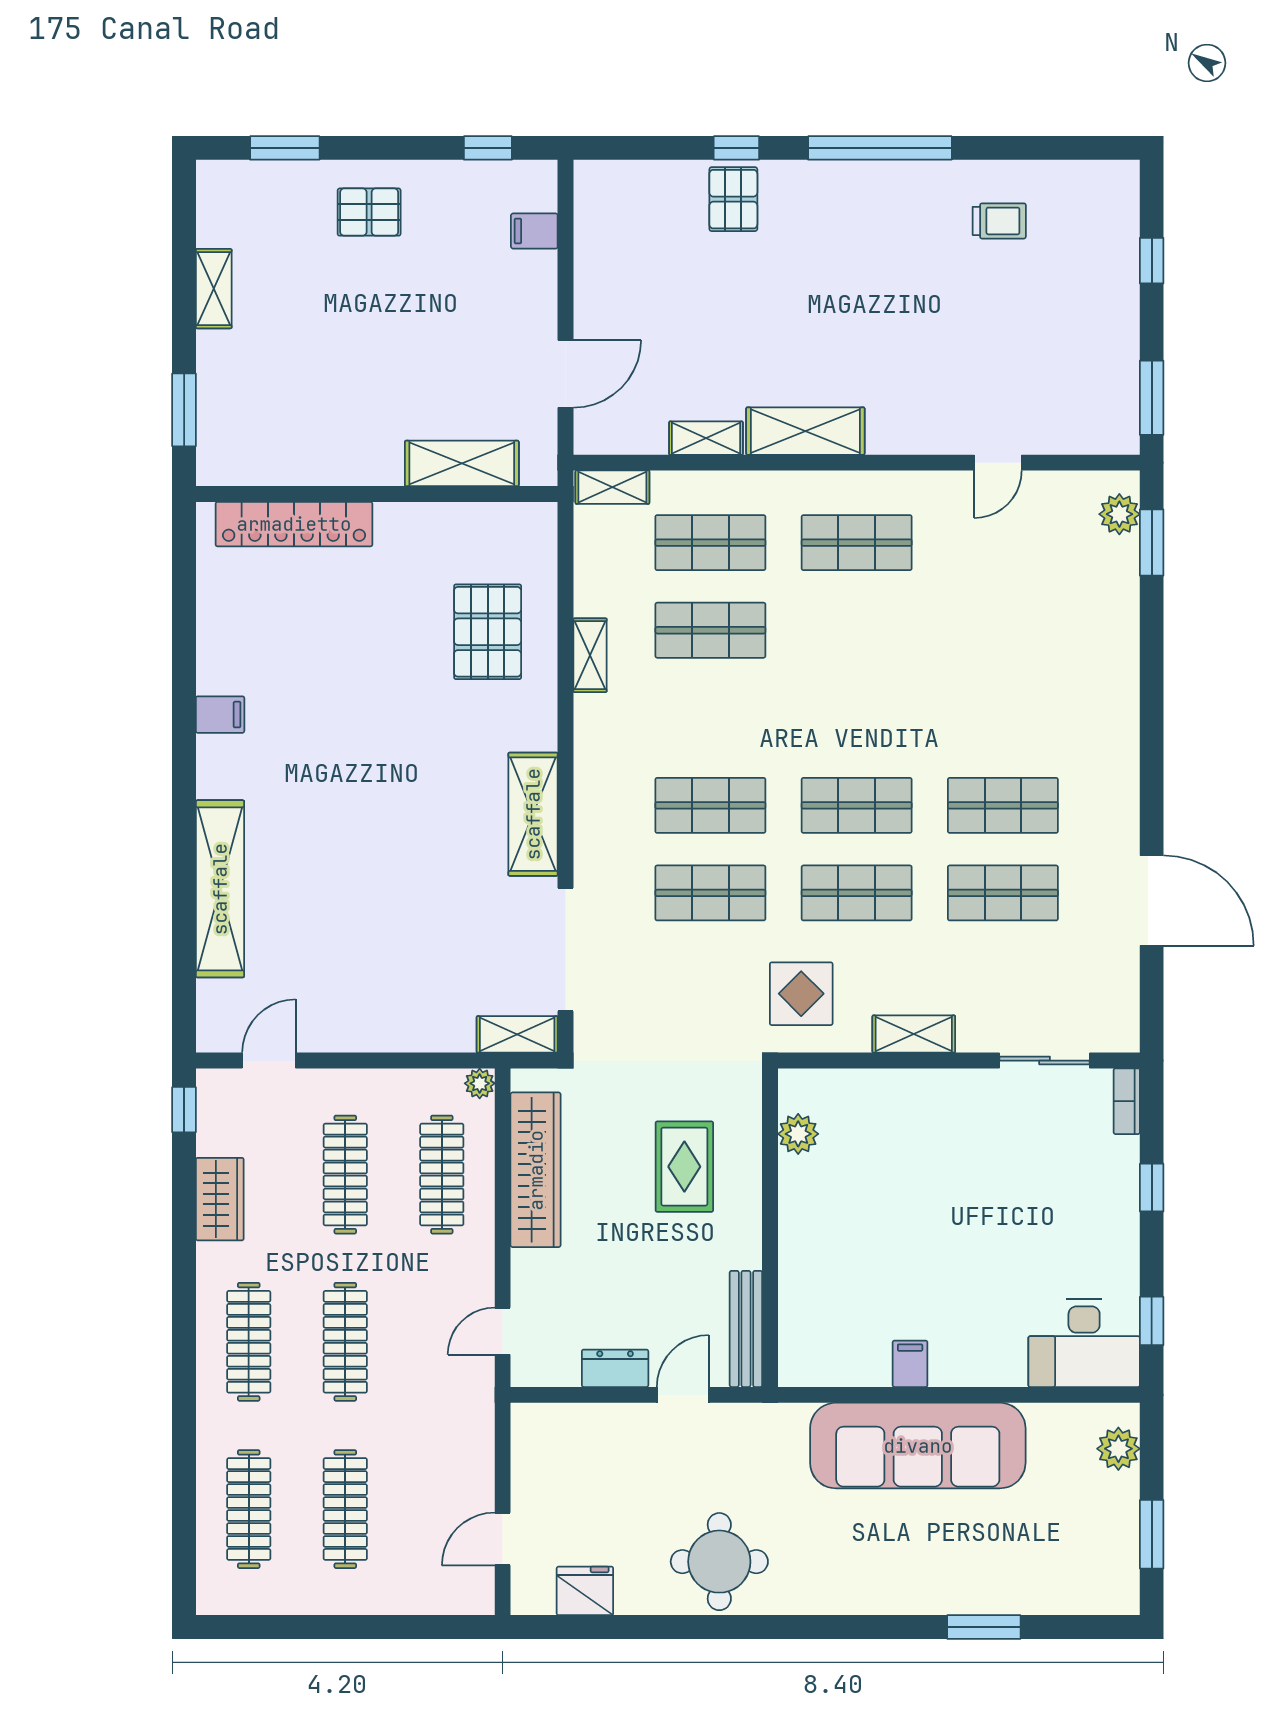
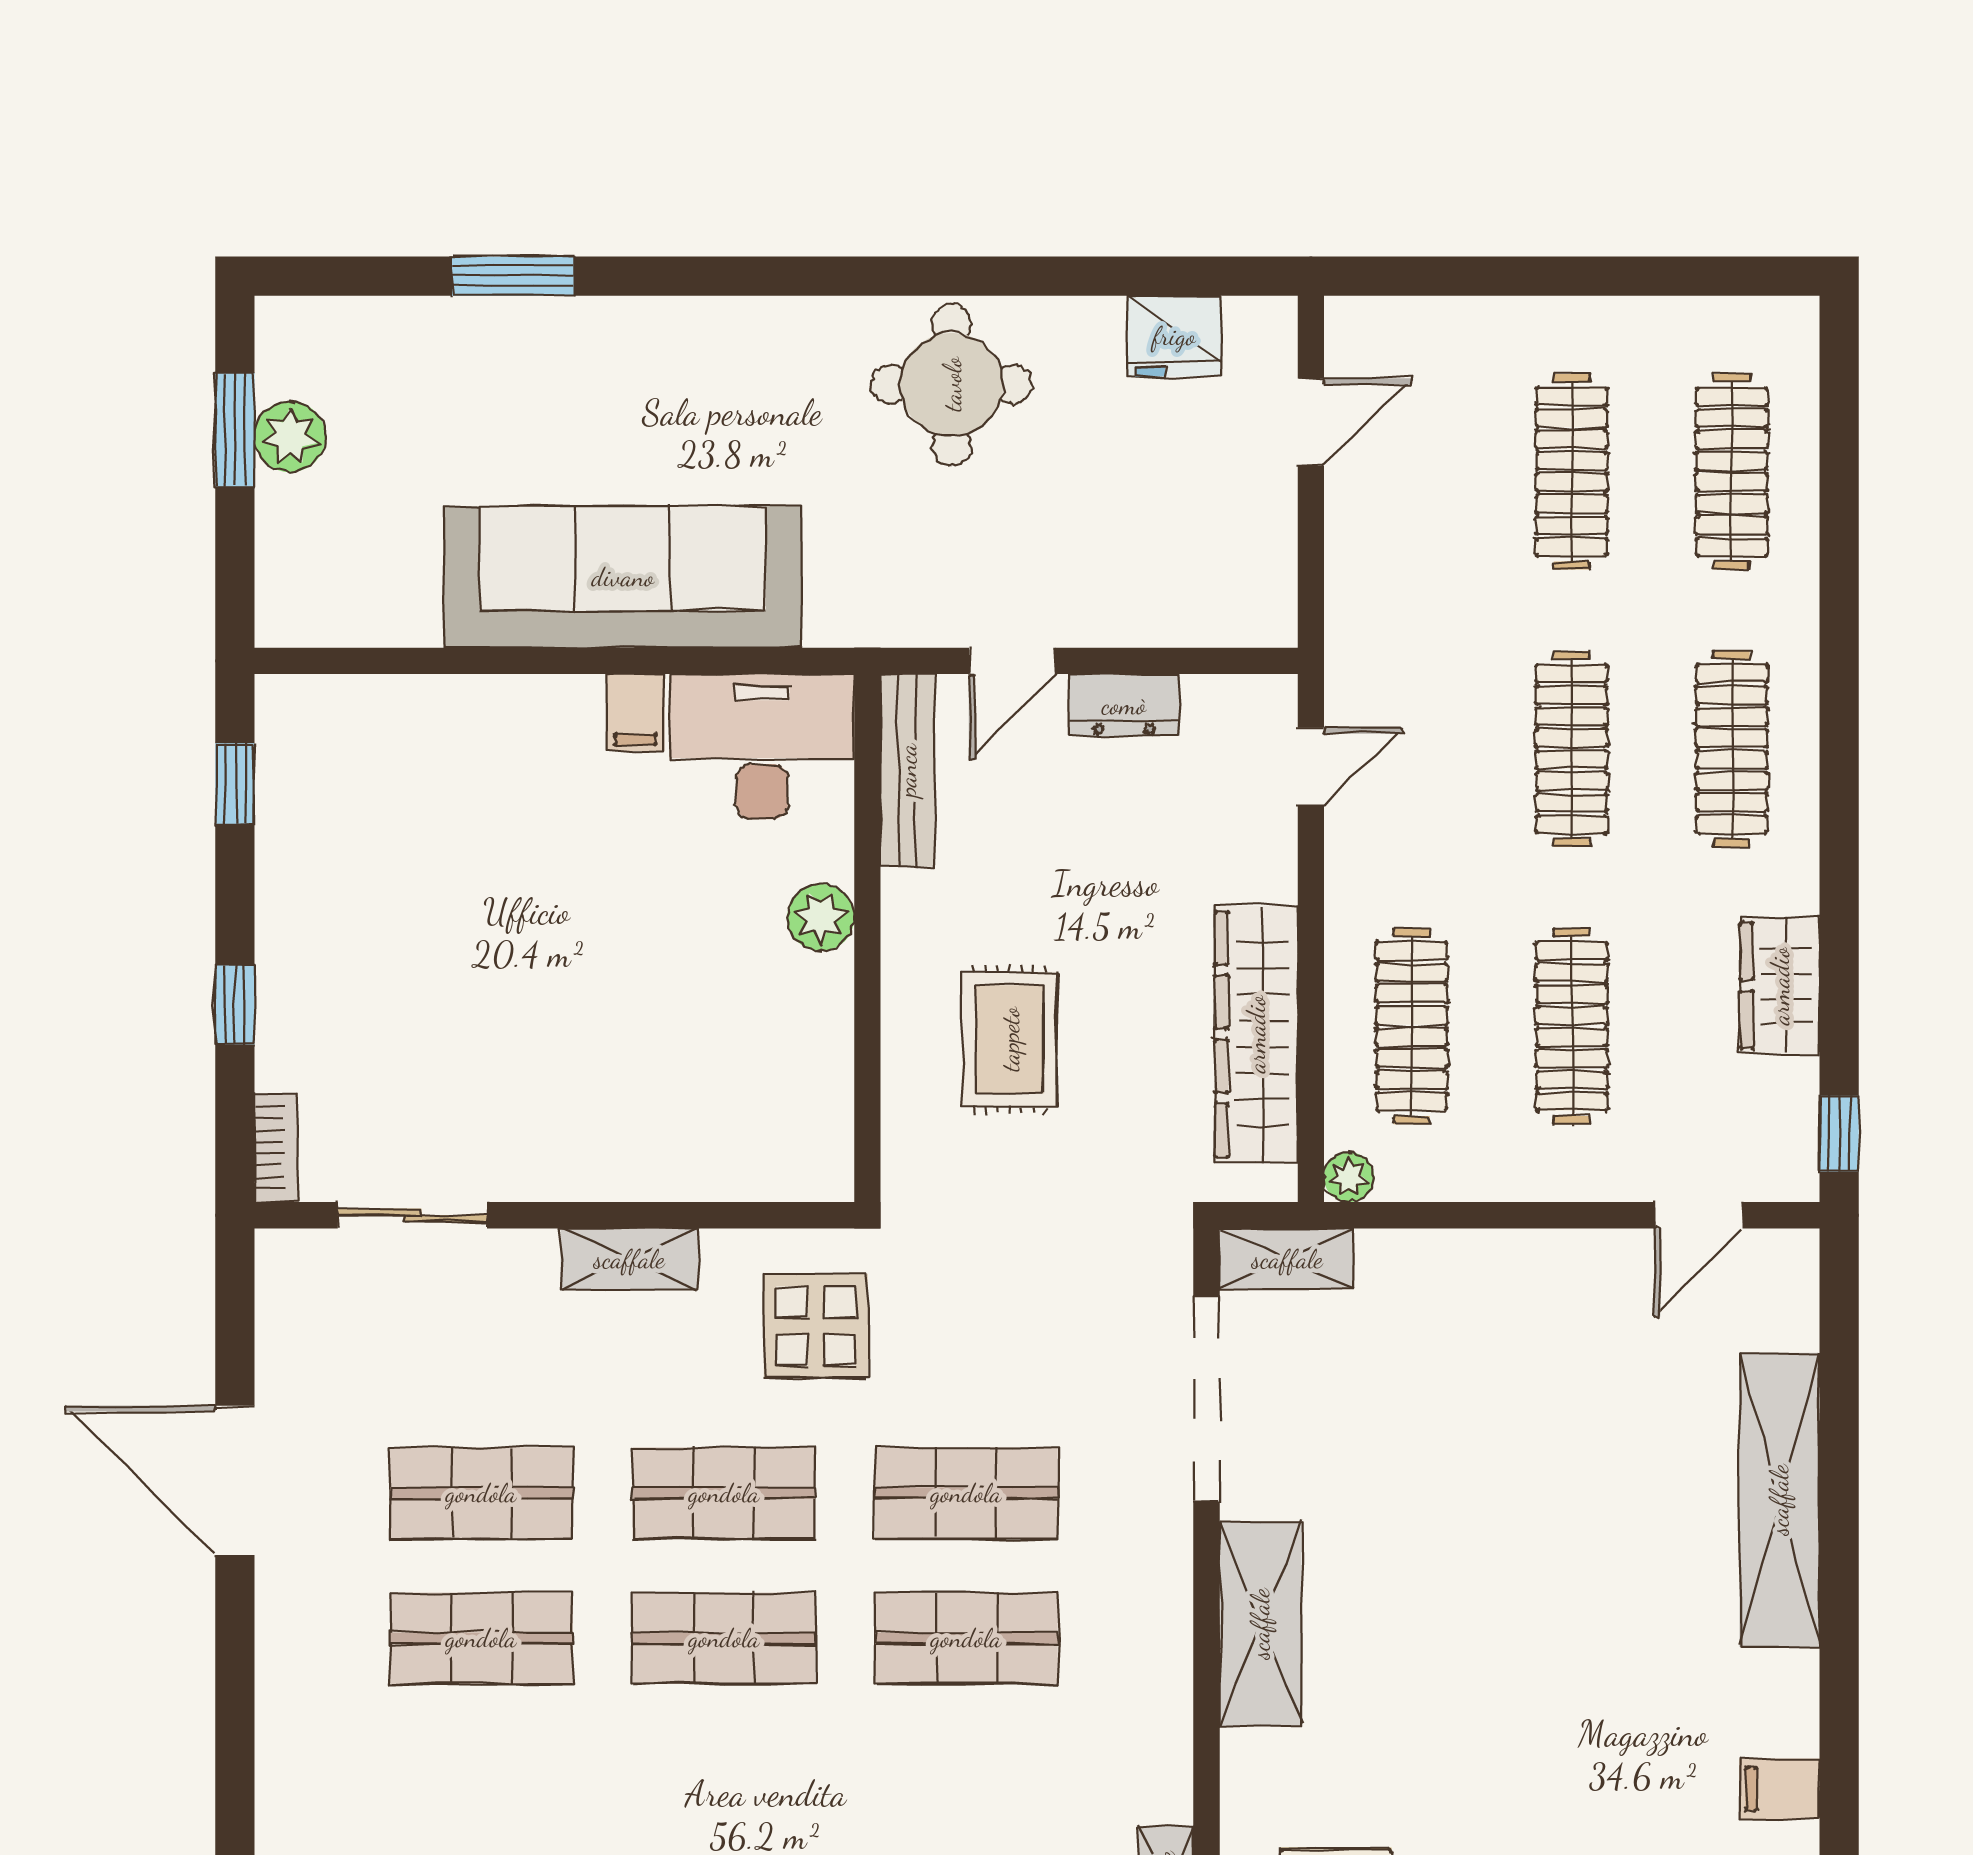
plant: (798, 1134) -> (821, 918), moved
desk: (1084, 1343) -> (762, 747), moved
plant: (1118, 1449) -> (290, 437), moved

